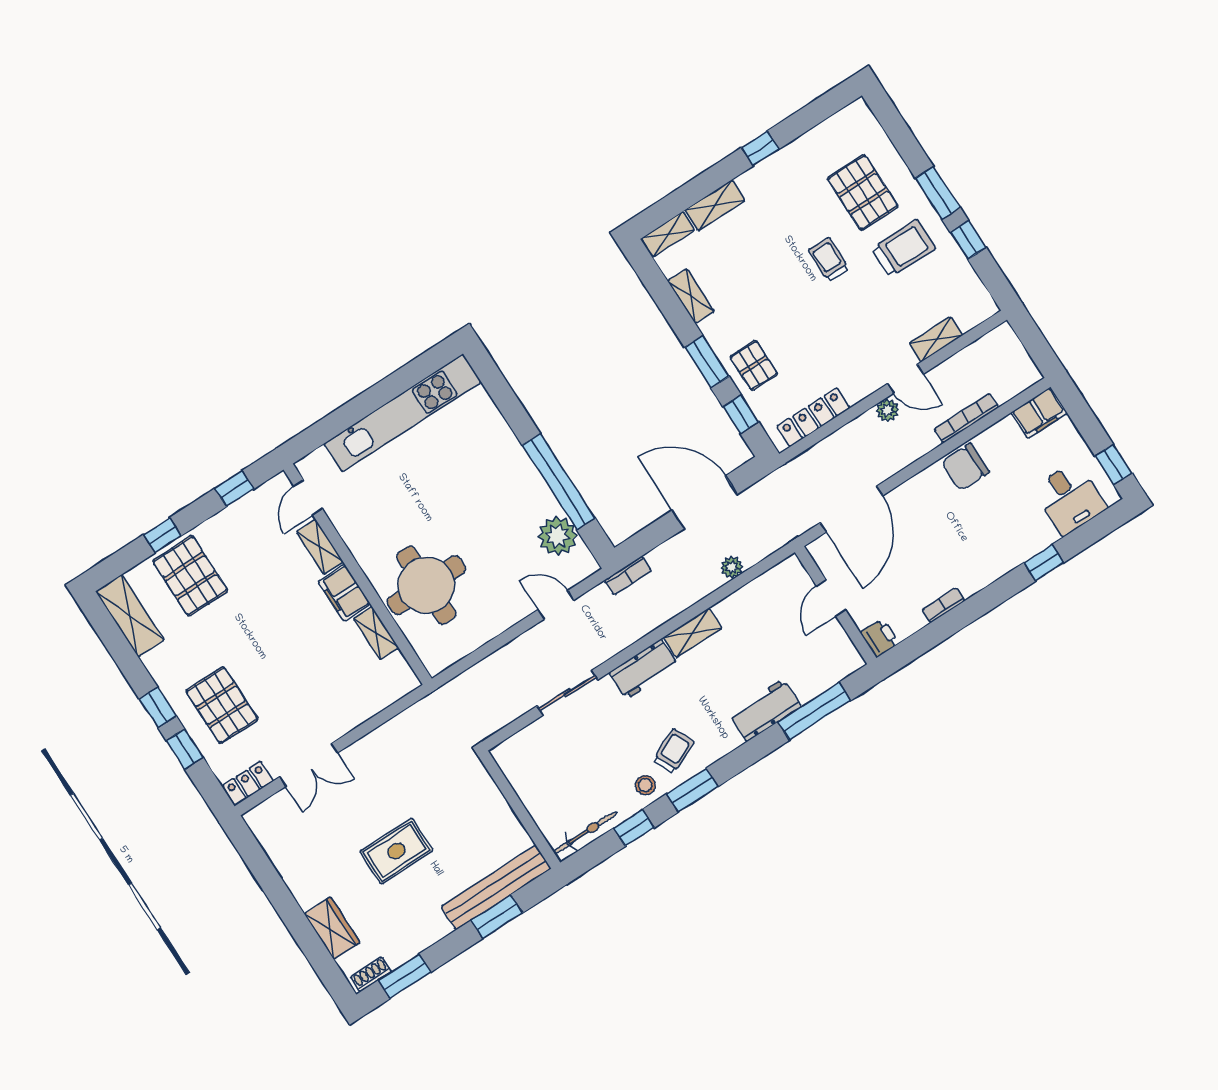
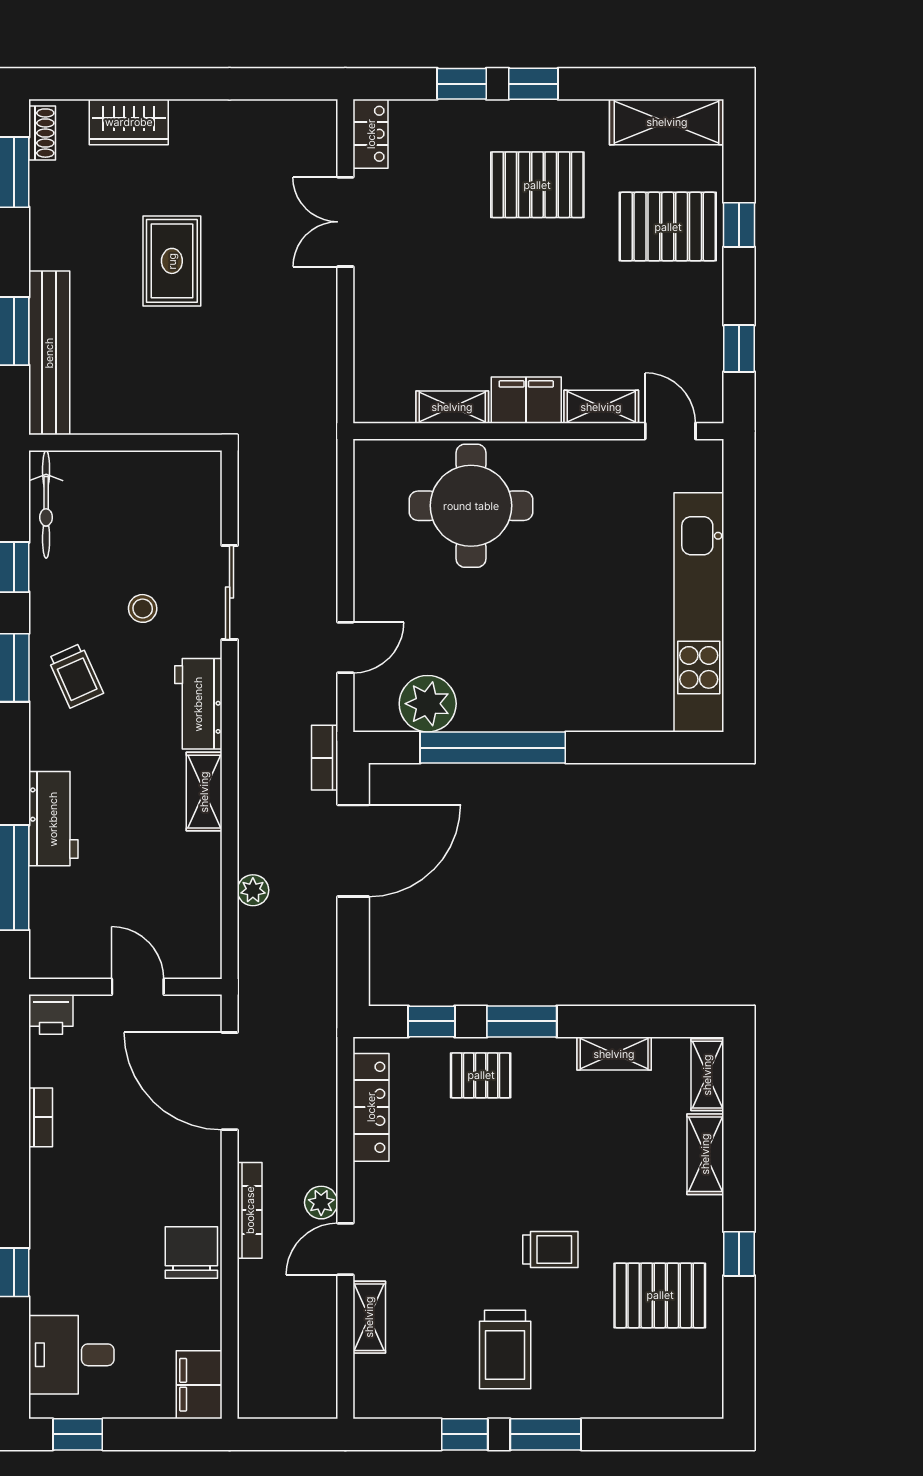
pallet: (863, 192) -> (660, 1295), moved
bookcase: (966, 418) -> (250, 1210), moved
door: (705, 502) -> (353, 851), moved
pallet: (222, 705) -> (537, 185), moved
stool: (645, 785) -> (143, 608), moved

